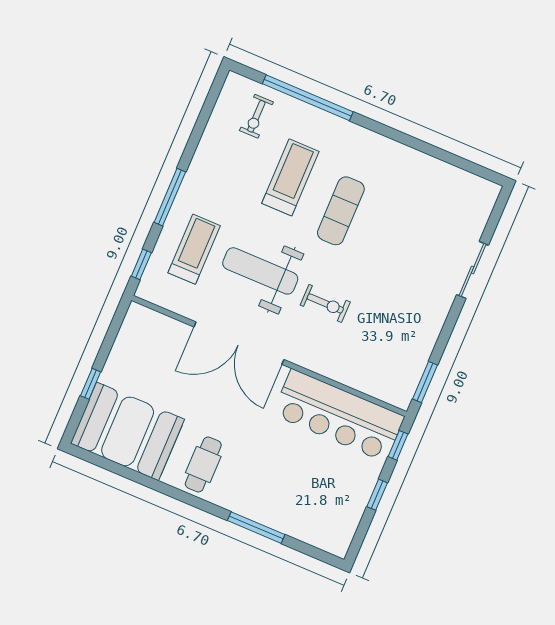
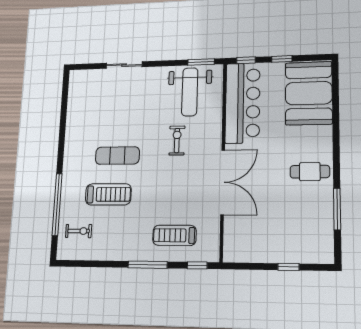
treadmill: (290, 177) -> (108, 194), turned 180
weight bench: (260, 271) -> (190, 92), moved
booth: (128, 431) -> (309, 93), moved
window: (256, 528) -> (337, 209), moved

